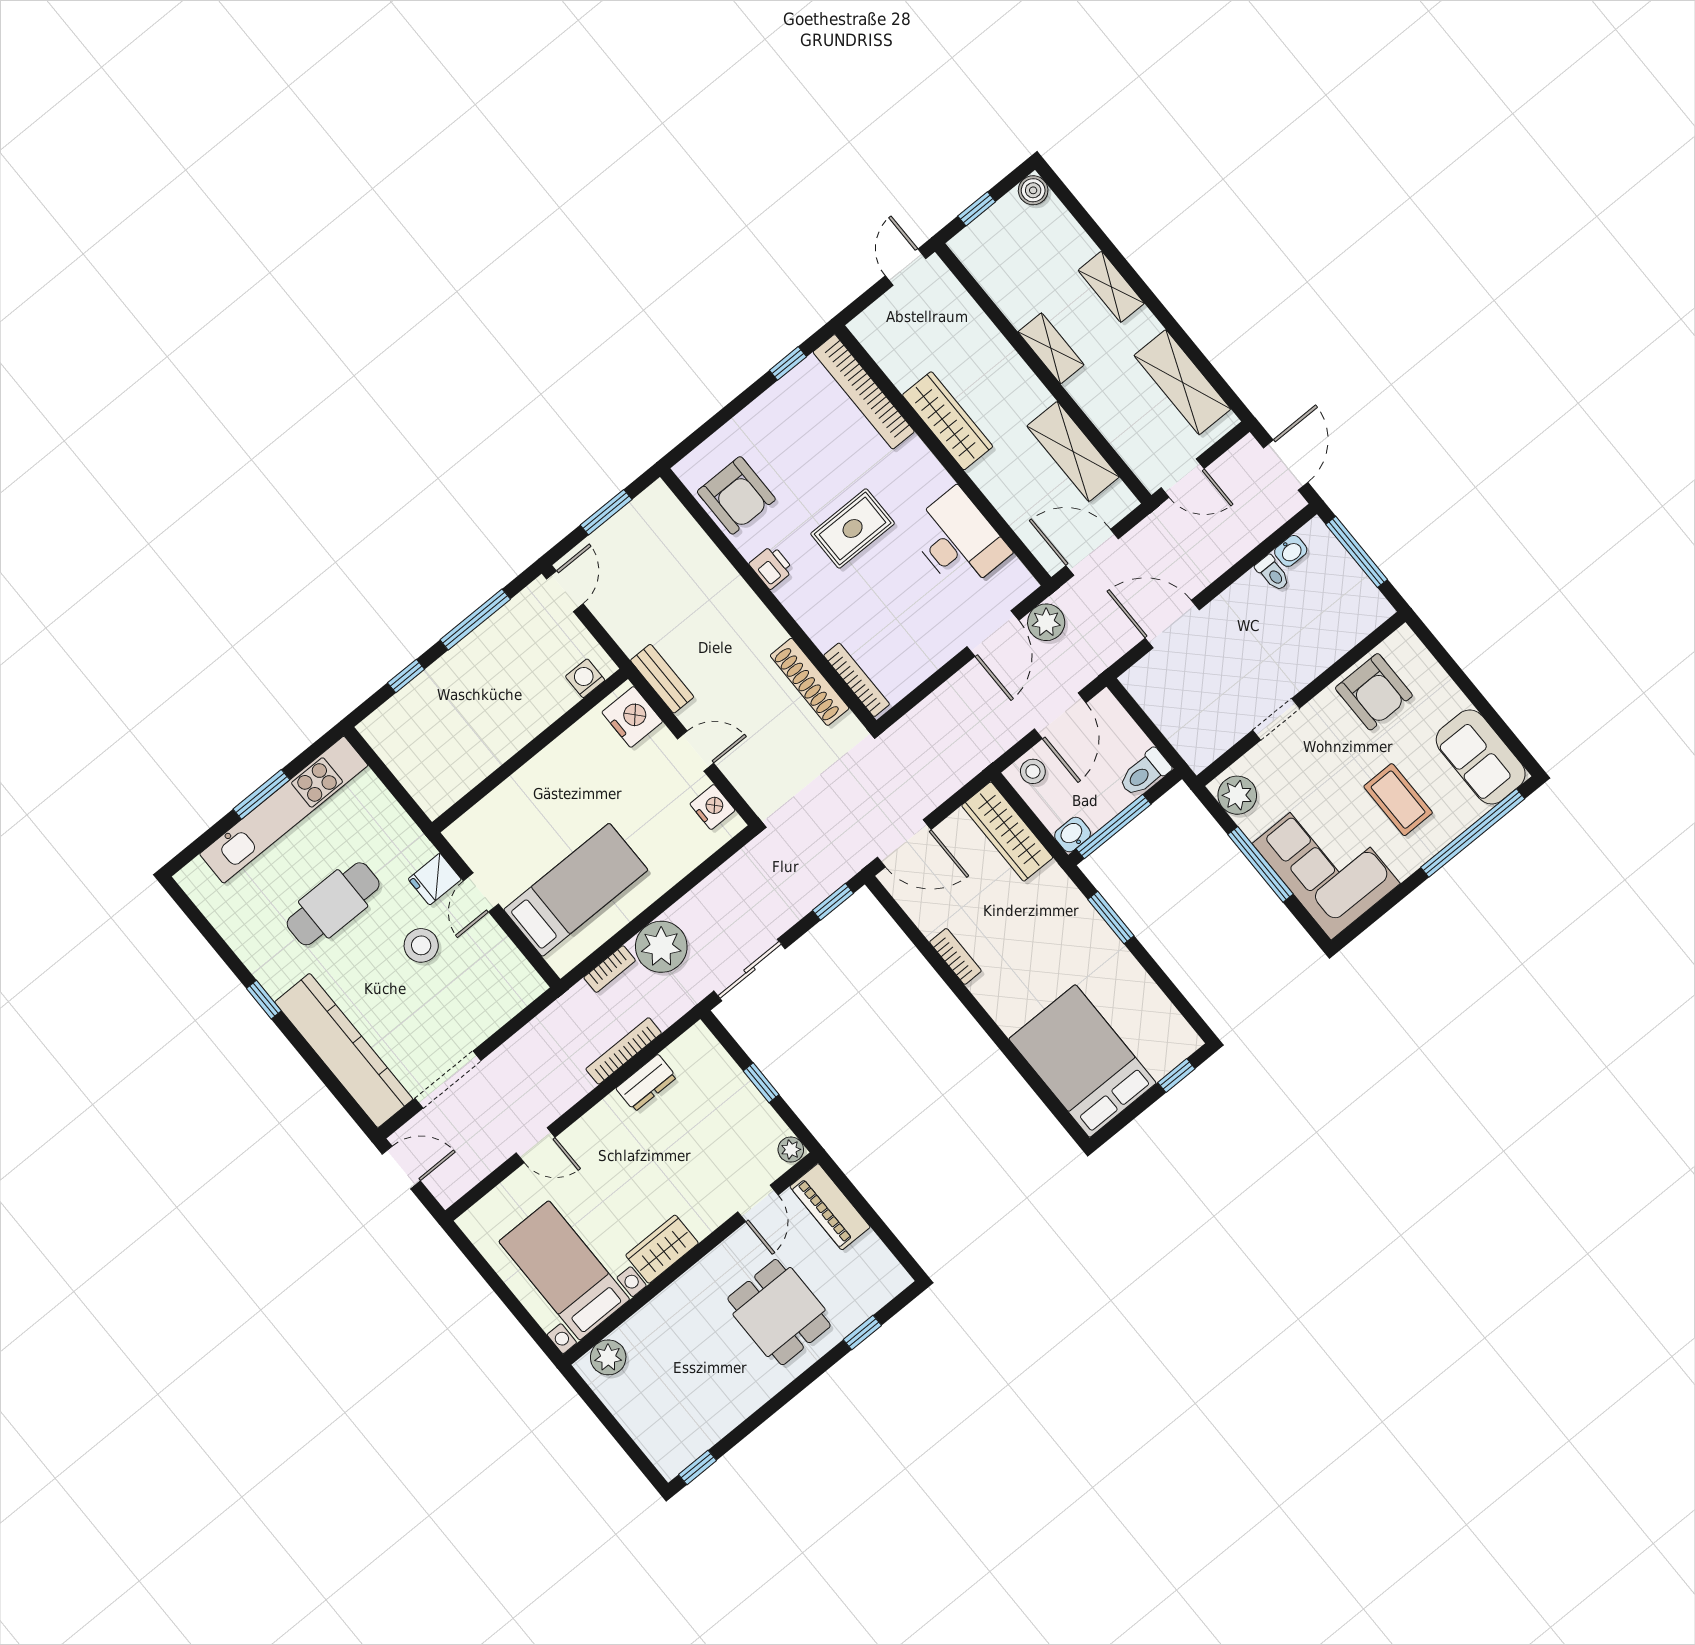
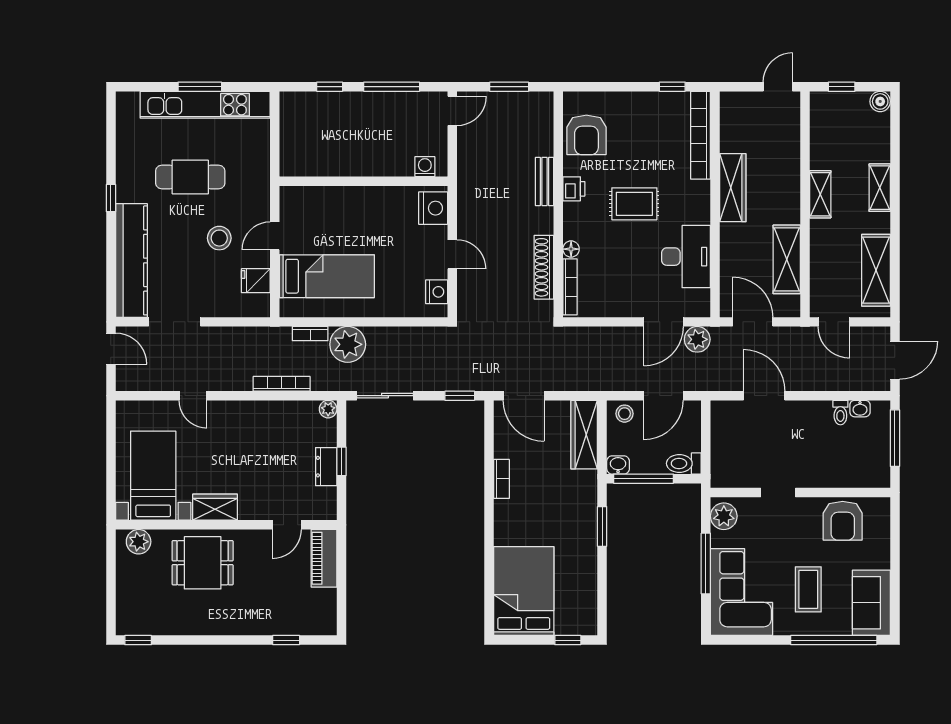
floor lamp: (823, 637) -> (571, 249), added
bench: (662, 679) -> (544, 181), moved
fridge: (435, 879) -> (256, 281), moved
dresser: (646, 1083) -> (326, 467), moved, turned 90
plant: (791, 1150) -> (328, 409), moved
dining table: (779, 1312) -> (203, 563), moved, turned 90

